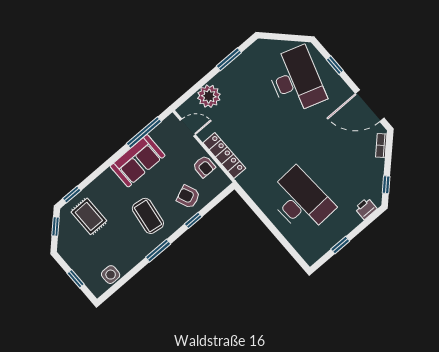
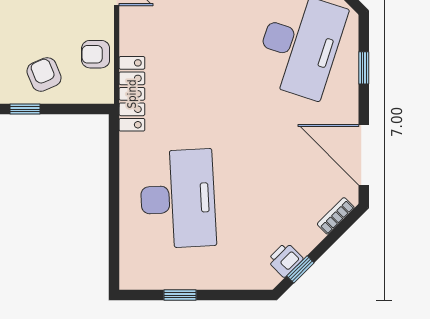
locker: (224, 156) -> (132, 94), moved
armchair: (204, 166) -> (96, 54), turned 90
printer: (366, 209) -> (285, 260), moved, turned -45

